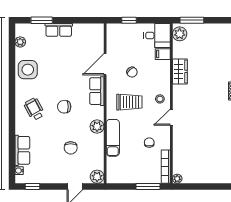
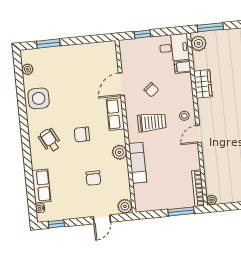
row of seats: (59, 30) -> (68, 52), removed
chair: (149, 143) -> (177, 164), removed

